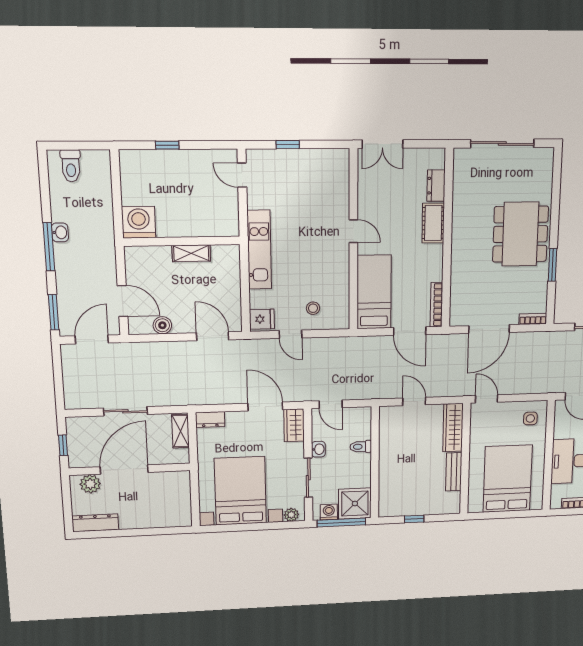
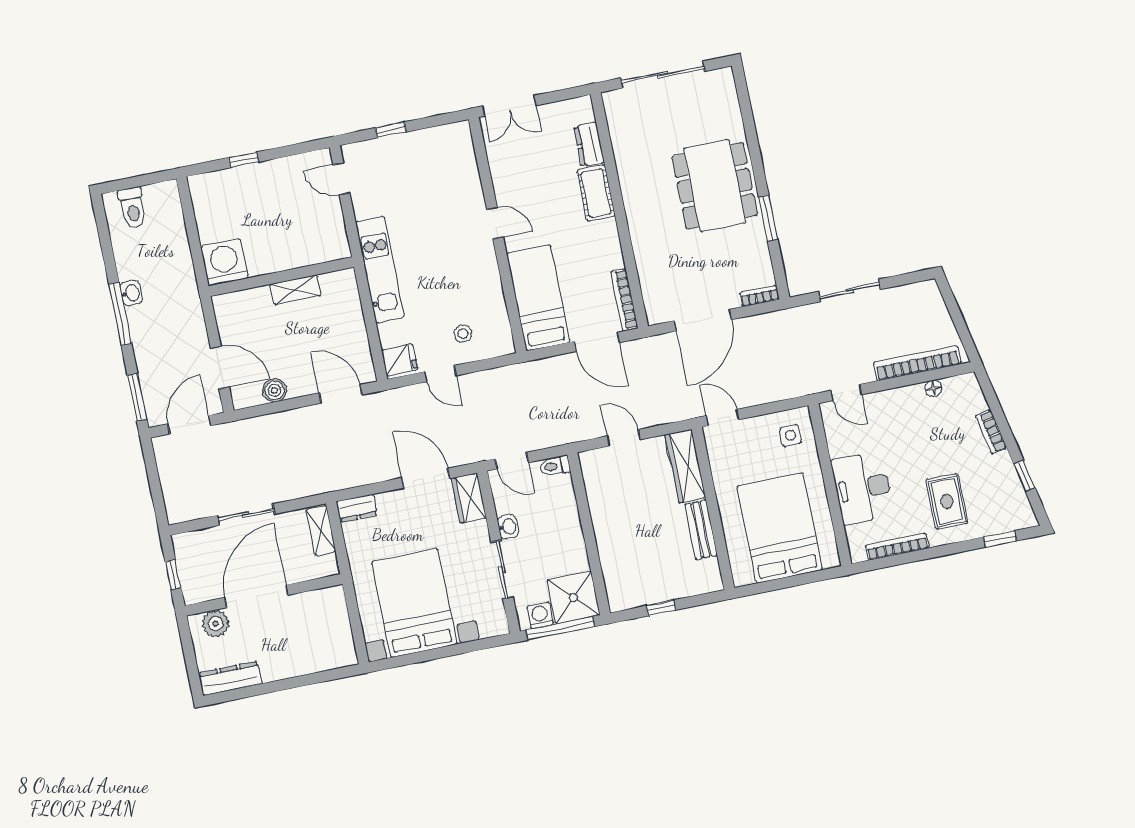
toilet: (361, 447) -> (555, 466), moved
plant: (291, 515) -> (489, 627), removed

